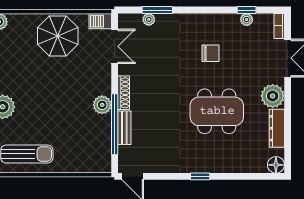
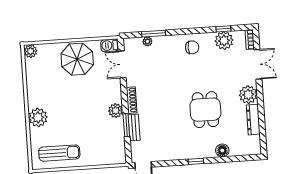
plant: (247, 20) -> (224, 41), width x1.87, depth x1.87
double door: (115, 46) -> (122, 64), swing flipped
chair: (210, 53) -> (192, 47), moved
dining table: (217, 111) -> (205, 110), width x0.73
window: (115, 124) -> (126, 125), width x0.47
floor lamp: (276, 165) -> (222, 150), moved

